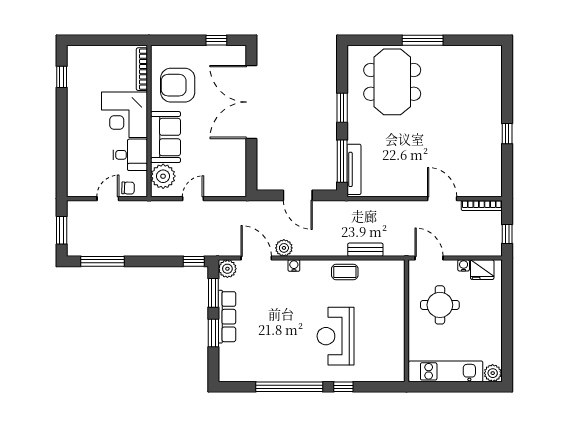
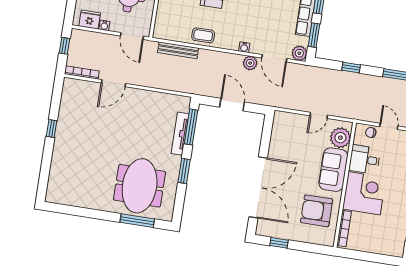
window: (423, 40) -> (137, 221), moved
armchair: (178, 85) -> (317, 211), turned 180
tv unit: (354, 169) -> (180, 134), moved
door: (108, 199) -> (389, 126), swing flipped
door: (442, 199) -> (113, 83), hinge flipped
bench: (365, 250) -> (178, 50), width x1.36
window: (194, 261) -> (351, 68), moved

